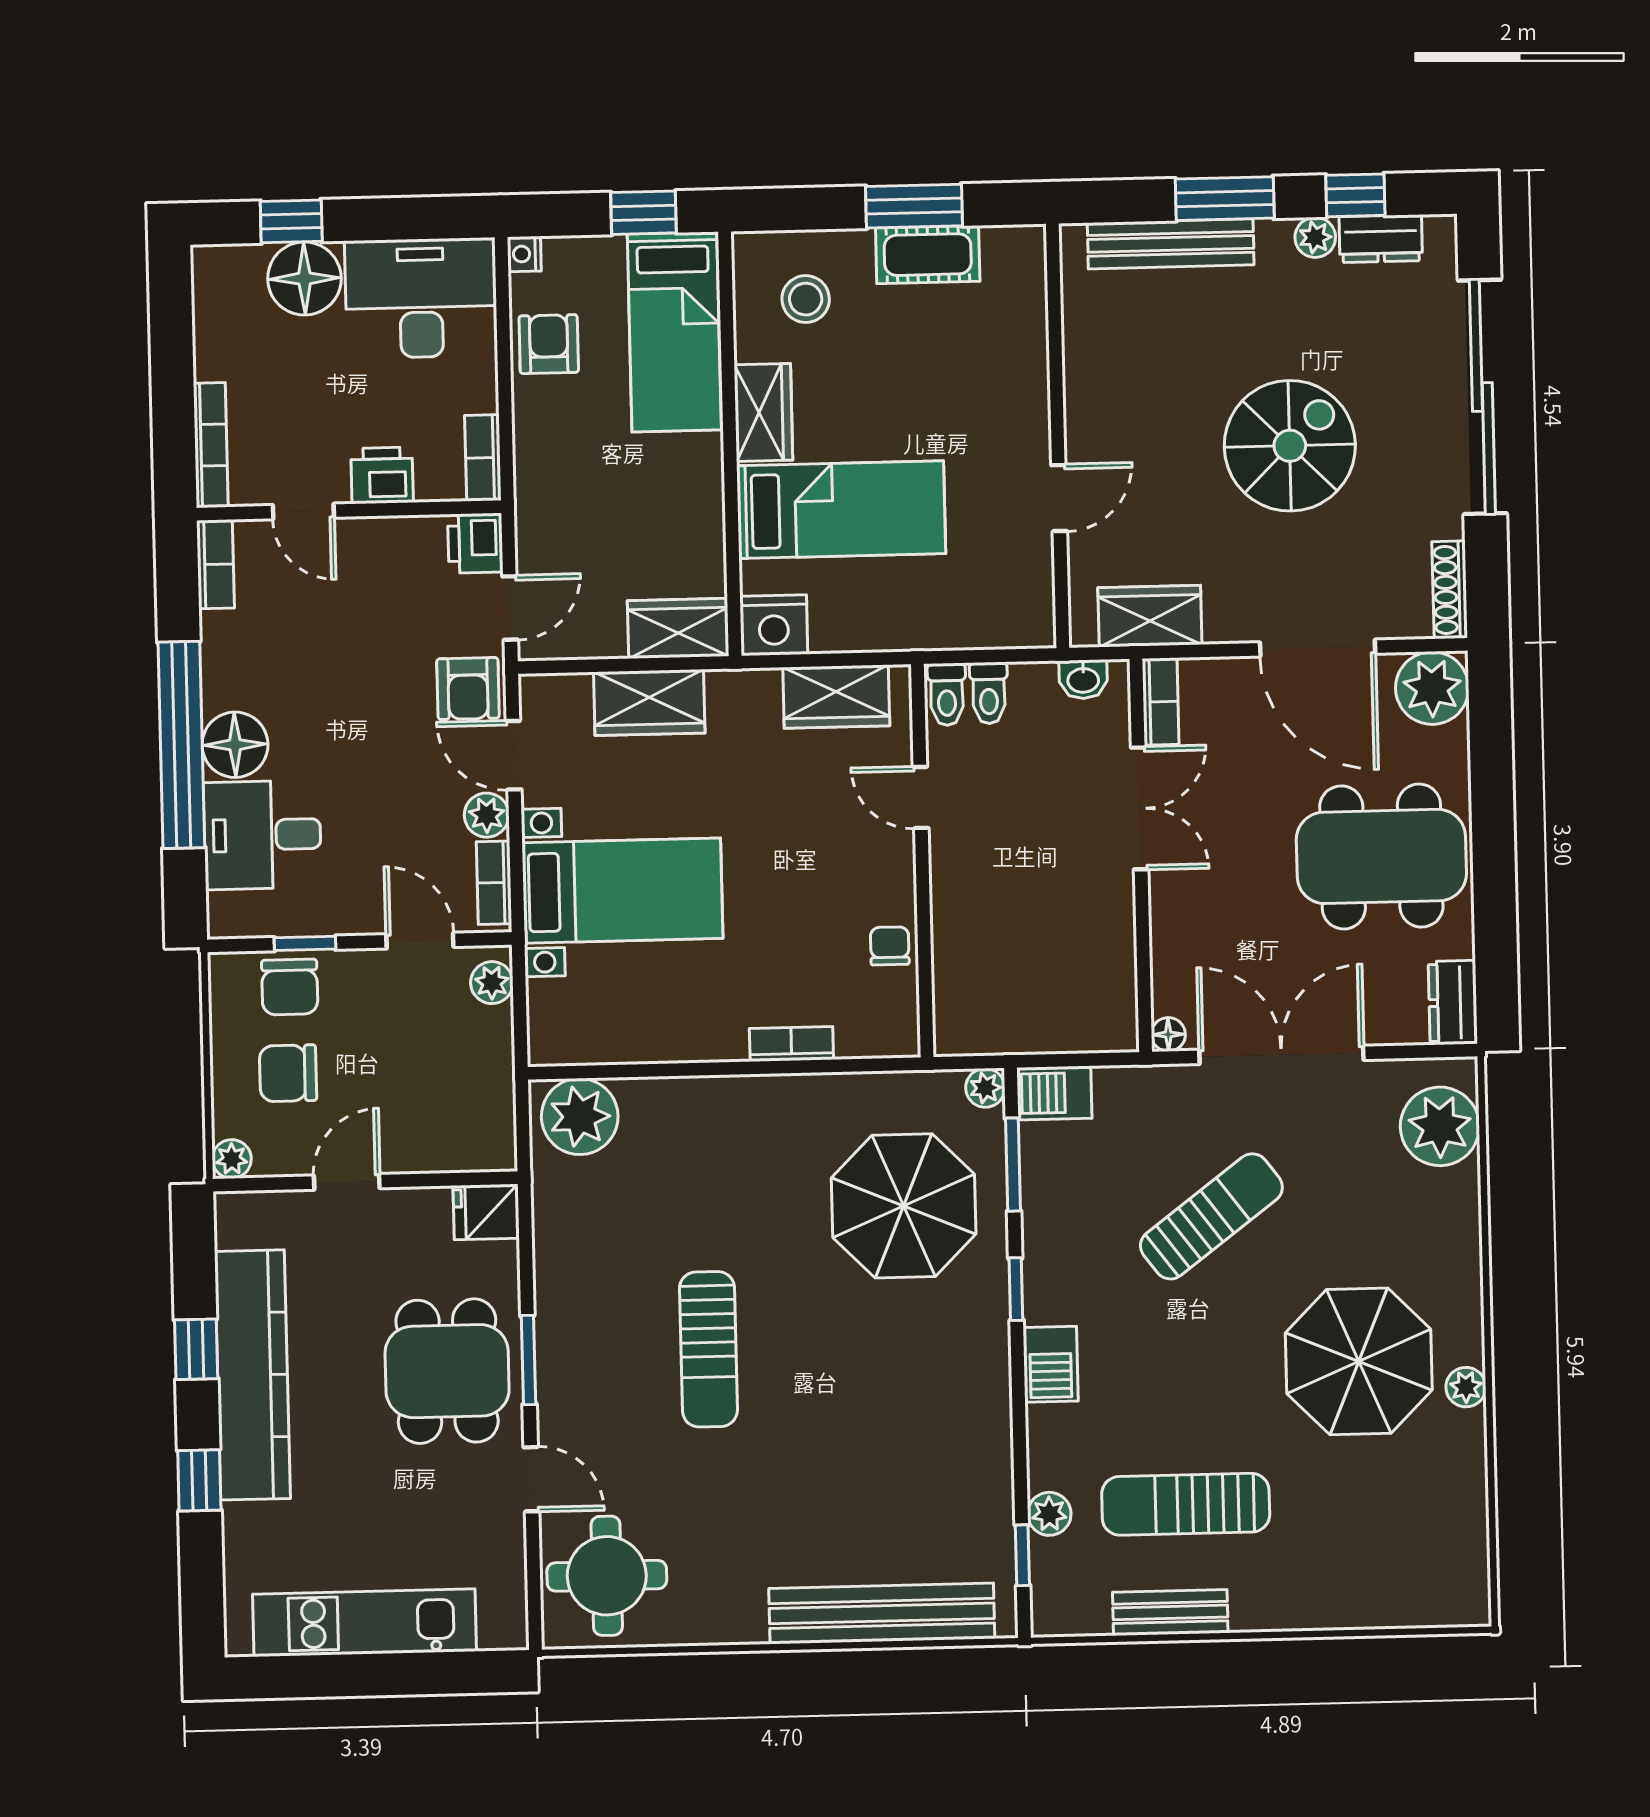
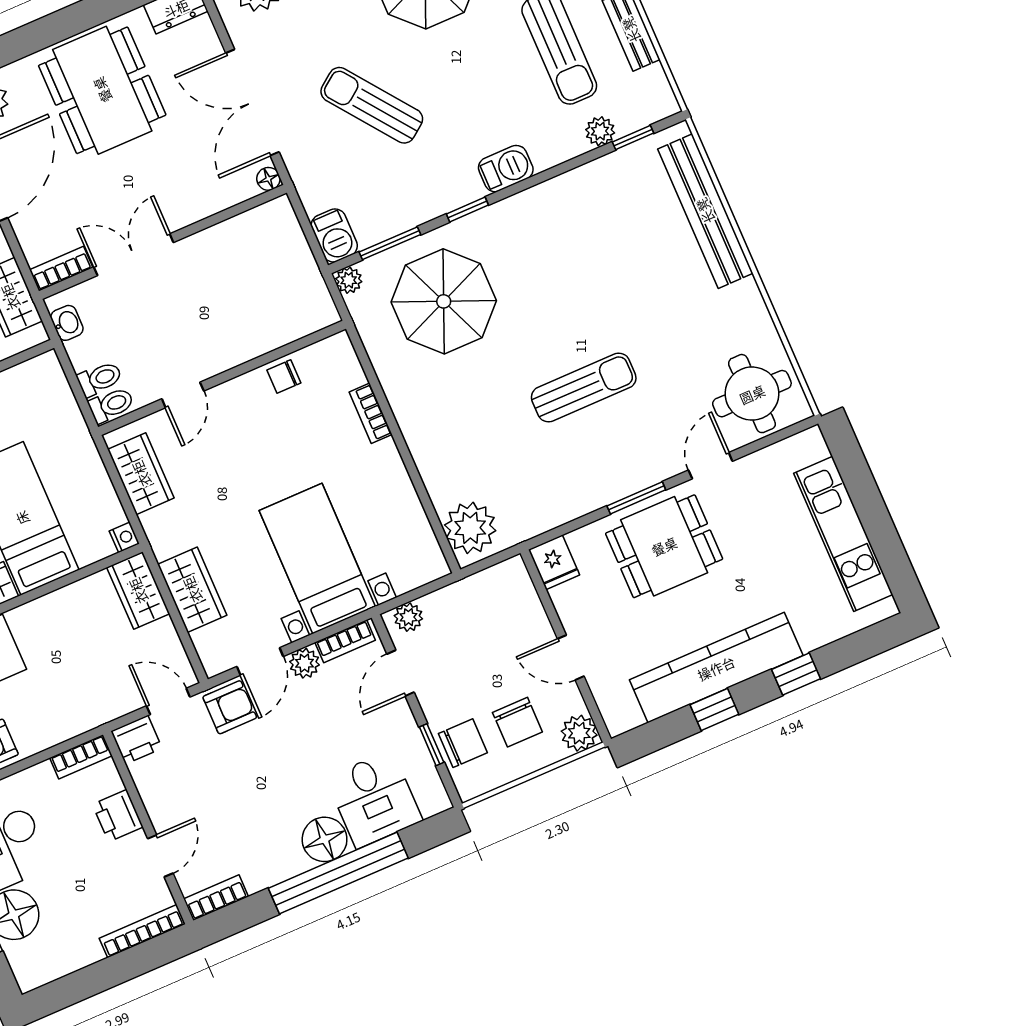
nightstand: (774, 625) -> (124, 537), width x0.53, depth x0.56
plant: (232, 1159) -> (579, 733), width x1.38, depth x1.38

